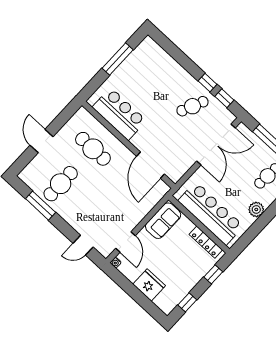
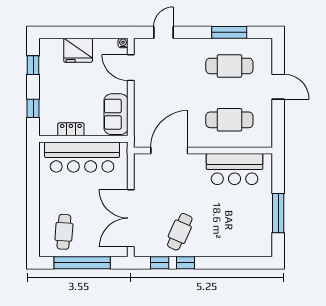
door: (150, 165) -> (169, 151), hinge flipped
cafe table: (61, 184) -> (229, 66), turned 90
plant: (256, 209) -> (47, 195), removed
locker: (206, 242) -> (71, 129), width x0.66

